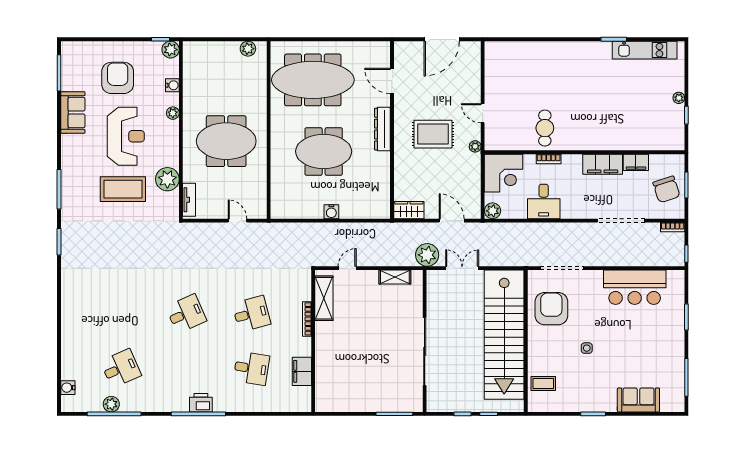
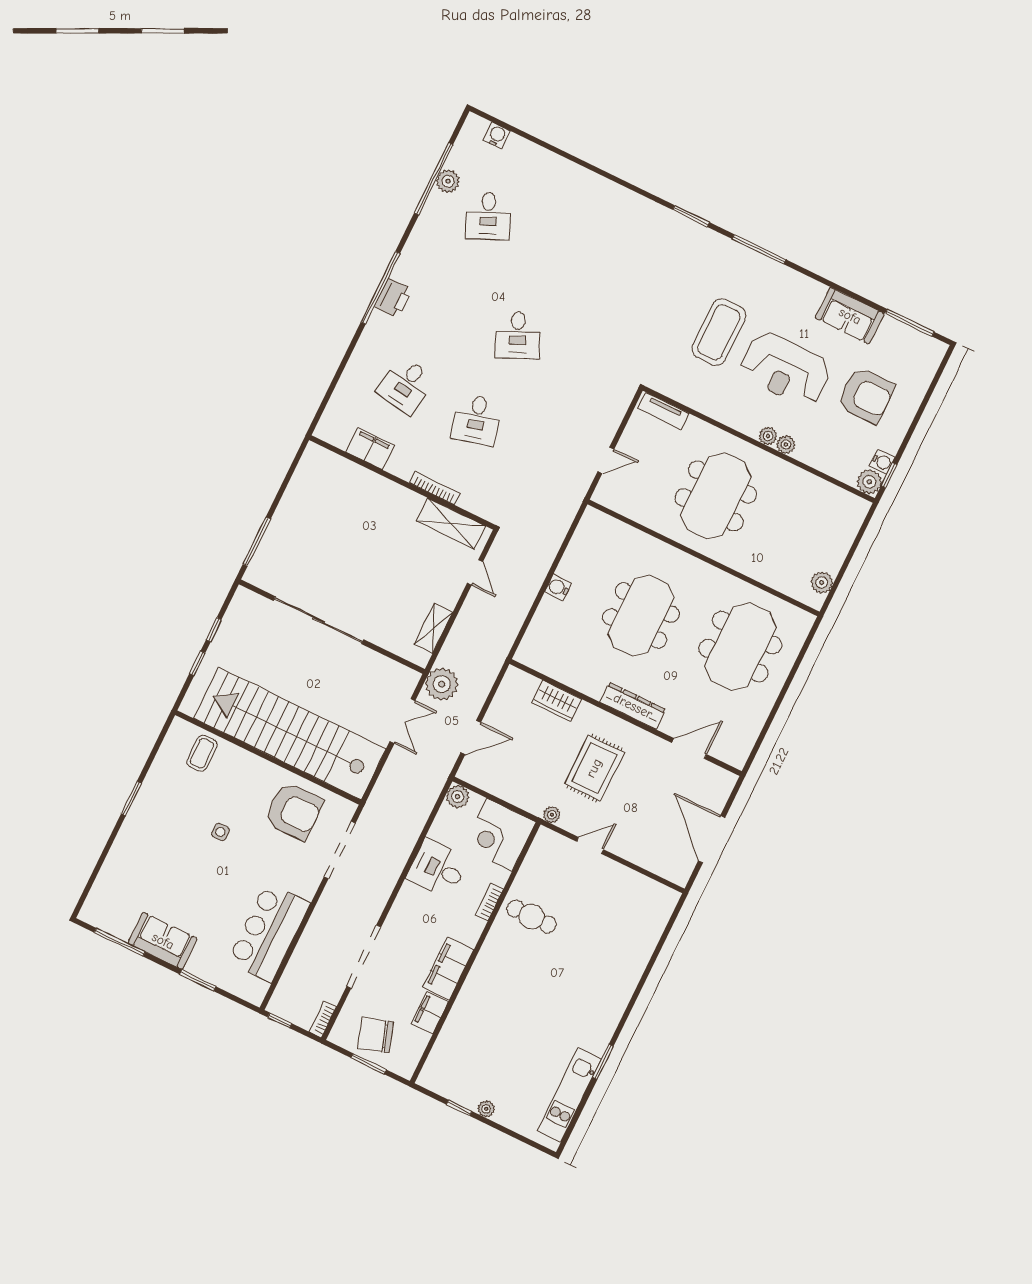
meeting table: (313, 80) -> (740, 647), width x0.73
water cooler: (172, 85) -> (882, 462), moved, turned -90
plant: (167, 179) -> (768, 436), moved, width x0.53, depth x0.53
wardrobe: (409, 210) -> (557, 701), moved, turned 90
sofa: (638, 400) -> (163, 941), moved, turned -90

